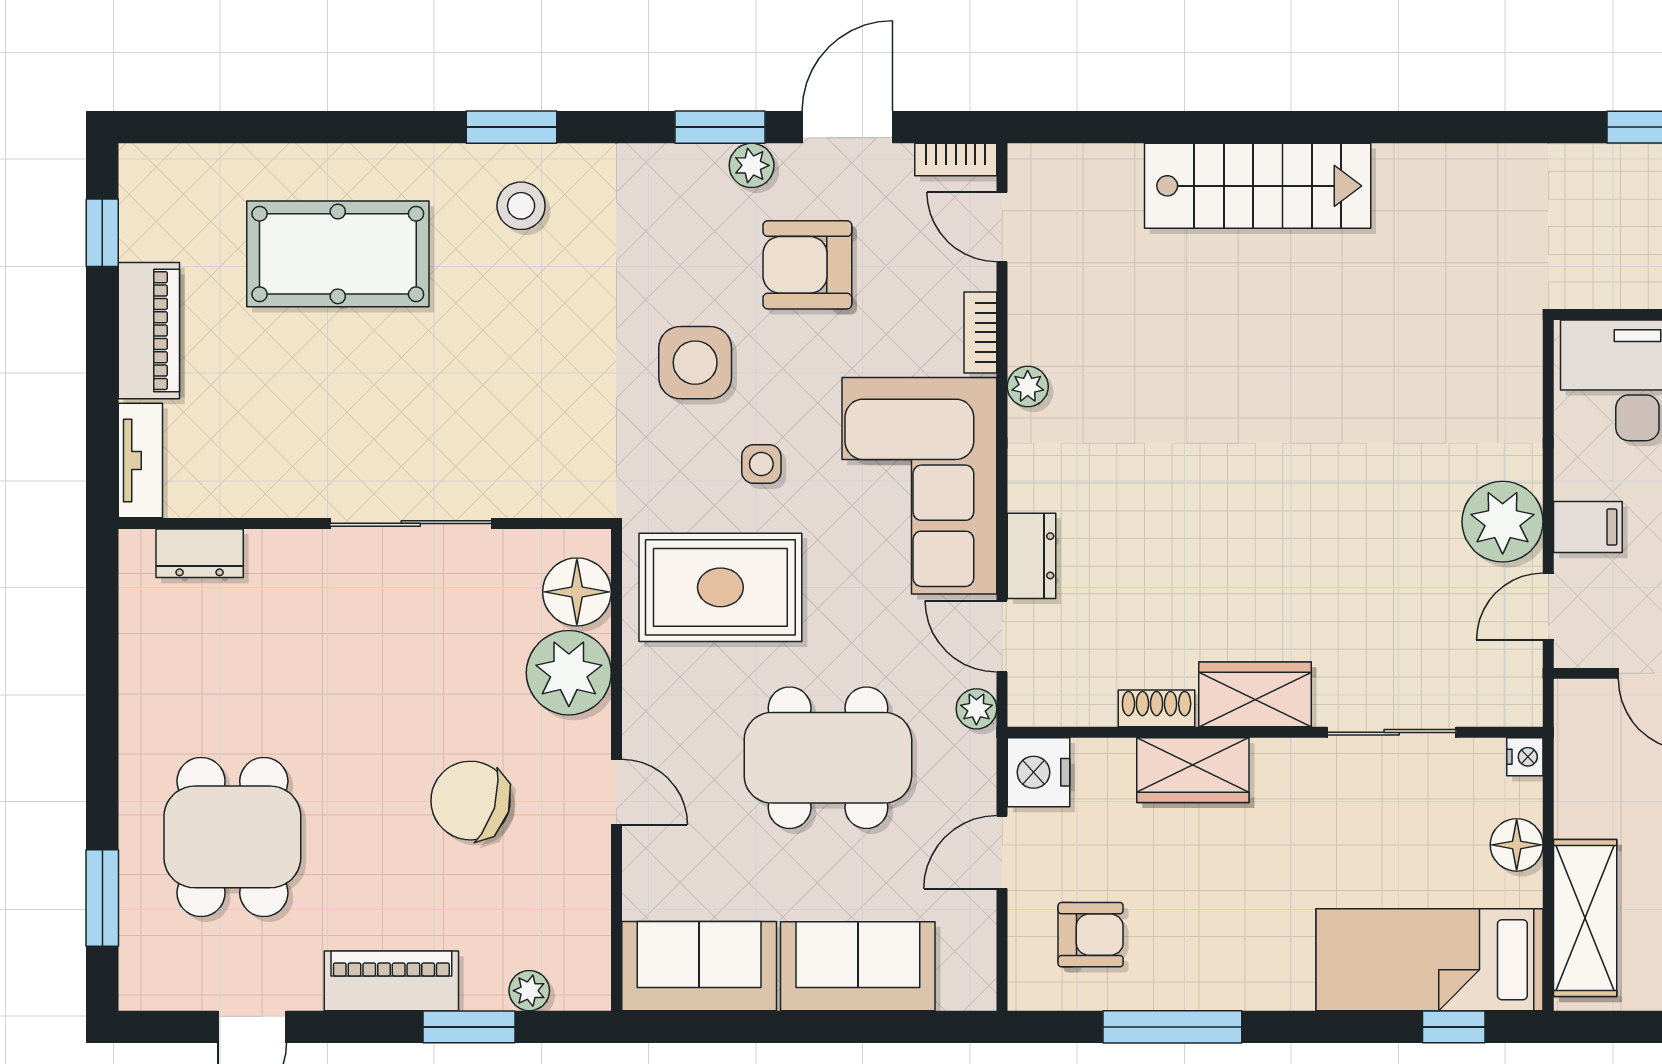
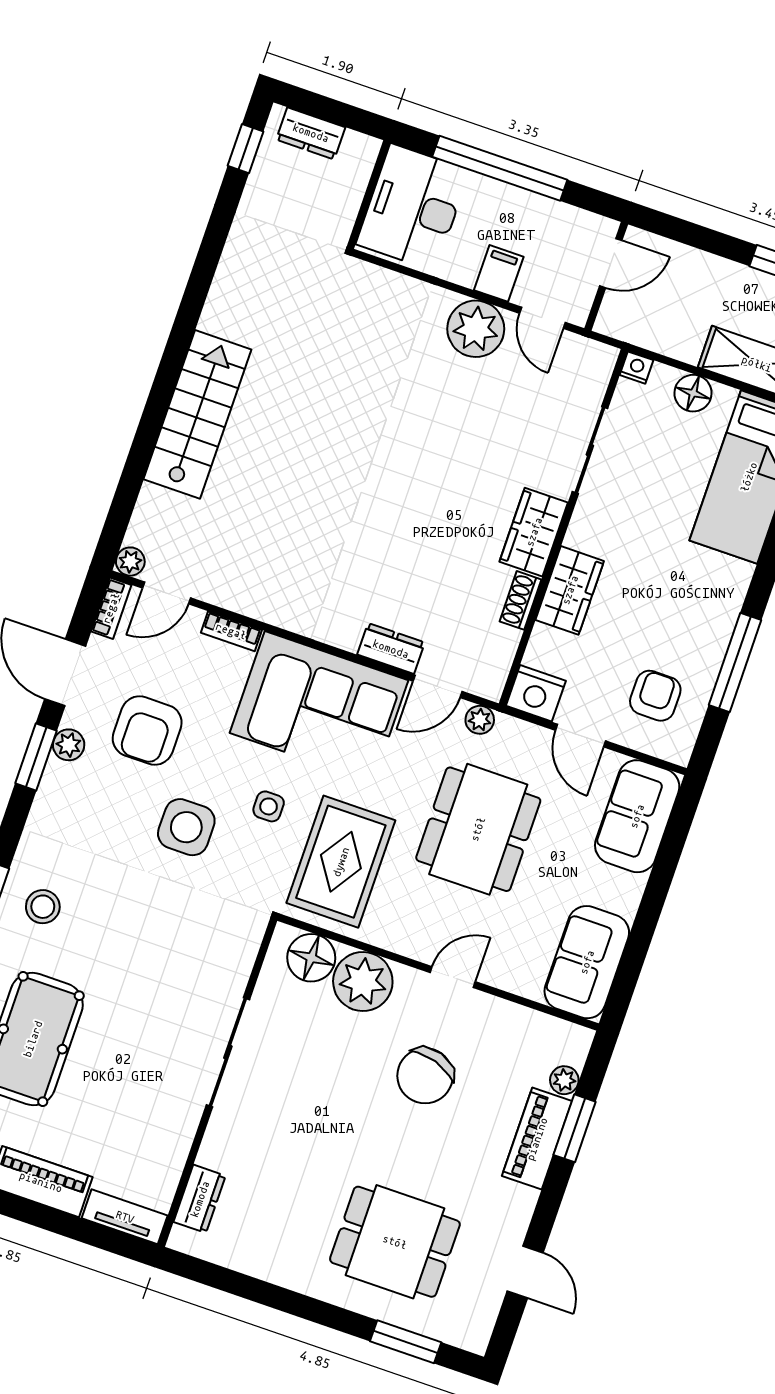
plant: (1028, 387) -> (130, 562), moved
sofa: (858, 966) -> (637, 816), moved
piano: (391, 981) -> (537, 1139), moved

